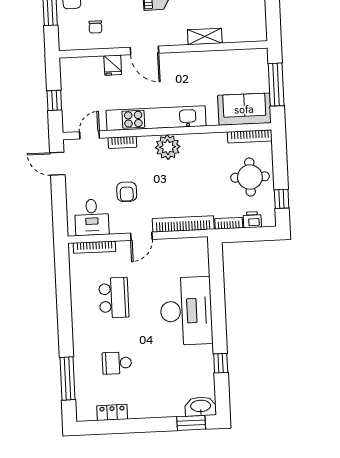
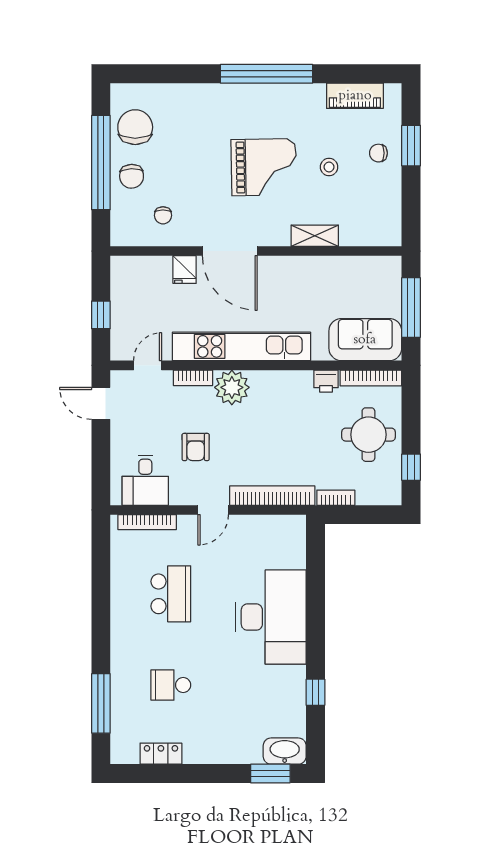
door: (144, 50) -> (230, 251), width x1.36
plant: (168, 147) -> (232, 387), moved
printer: (252, 220) -> (326, 381), moved, turned 180

